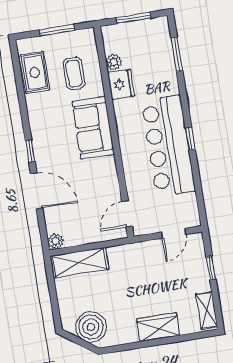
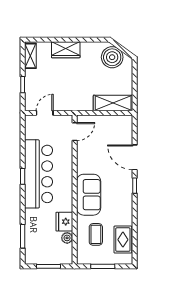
plant: (56, 241) -> (127, 120), removed

